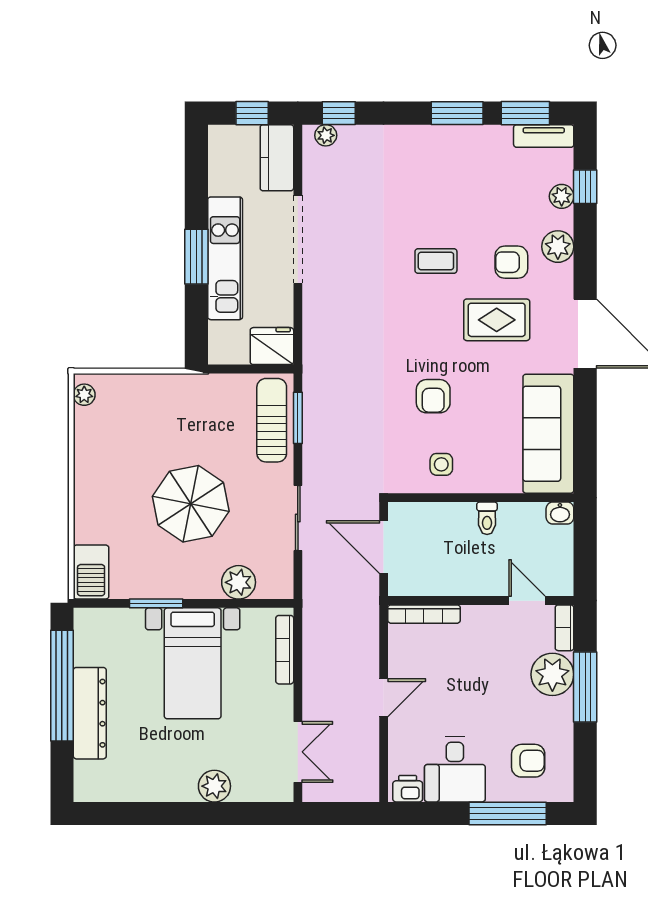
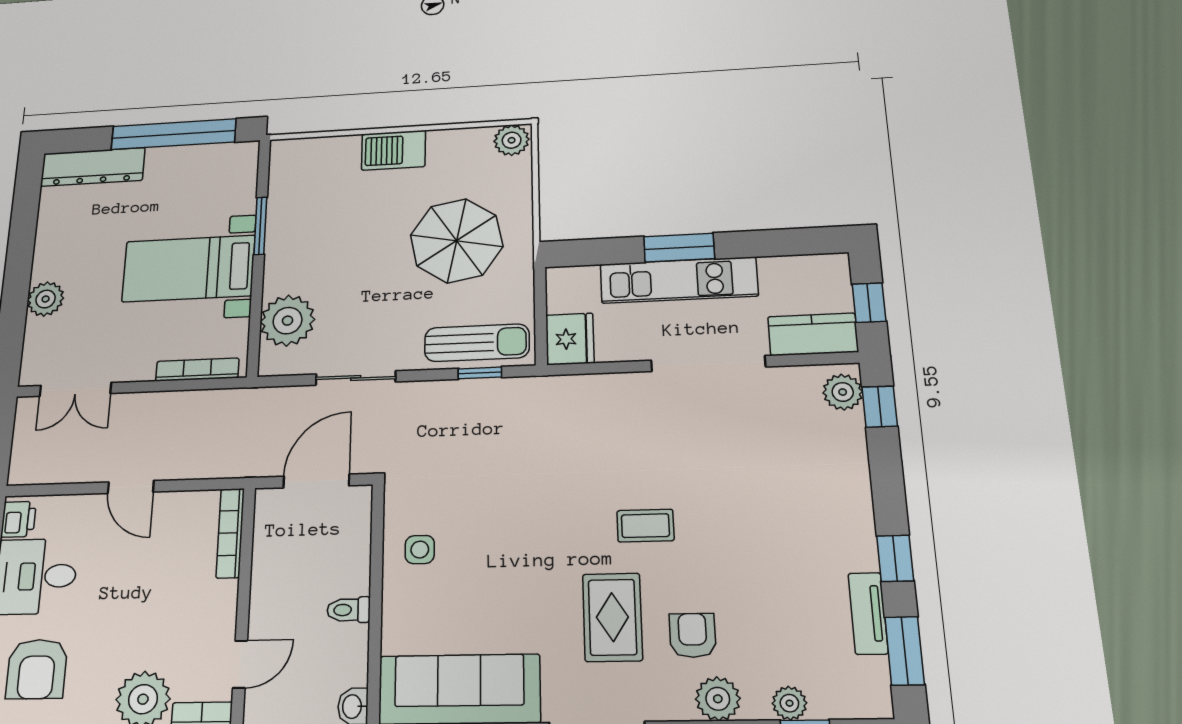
window: (457, 113) -> (895, 558), width x0.67
plant: (326, 135) -> (843, 392), width x1.38, depth x1.38
tv unit: (544, 136) -> (868, 613), moved
coffee table: (436, 261) -> (645, 526), moved, turned 90
plant: (84, 395) -> (512, 140), width x1.38, depth x1.38
armchair: (433, 396) -> (509, 537), removed
window: (298, 418) -> (480, 373), width x0.67
parasol: (191, 504) -> (457, 241), moved
barbecue: (91, 572) -> (393, 150), moved
plant: (239, 582) -> (287, 321), width x1.36, depth x1.36
dresser: (90, 713) -> (93, 167), moved
armchair: (528, 761) -> (37, 669), width x1.38, depth x1.38

